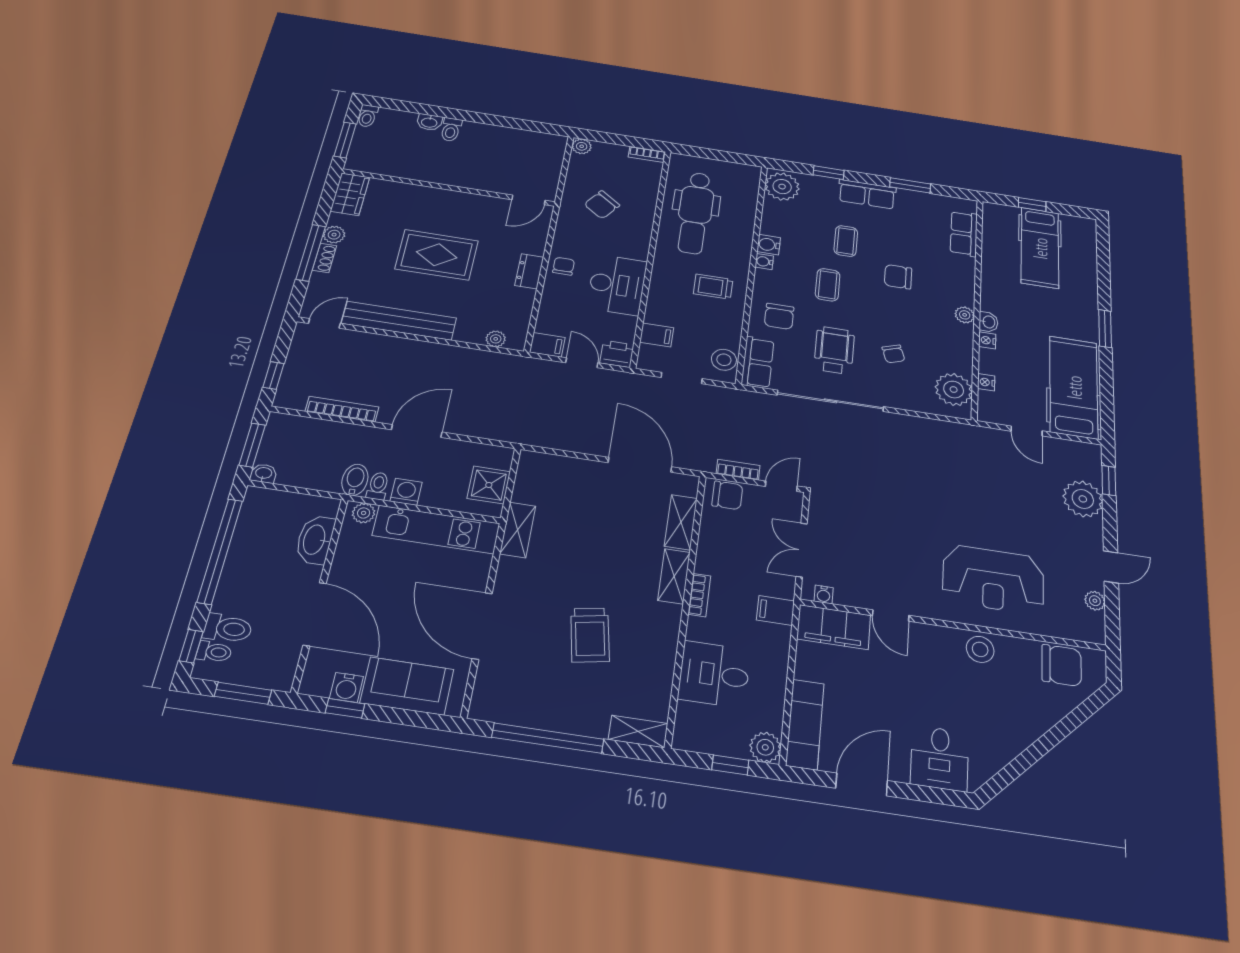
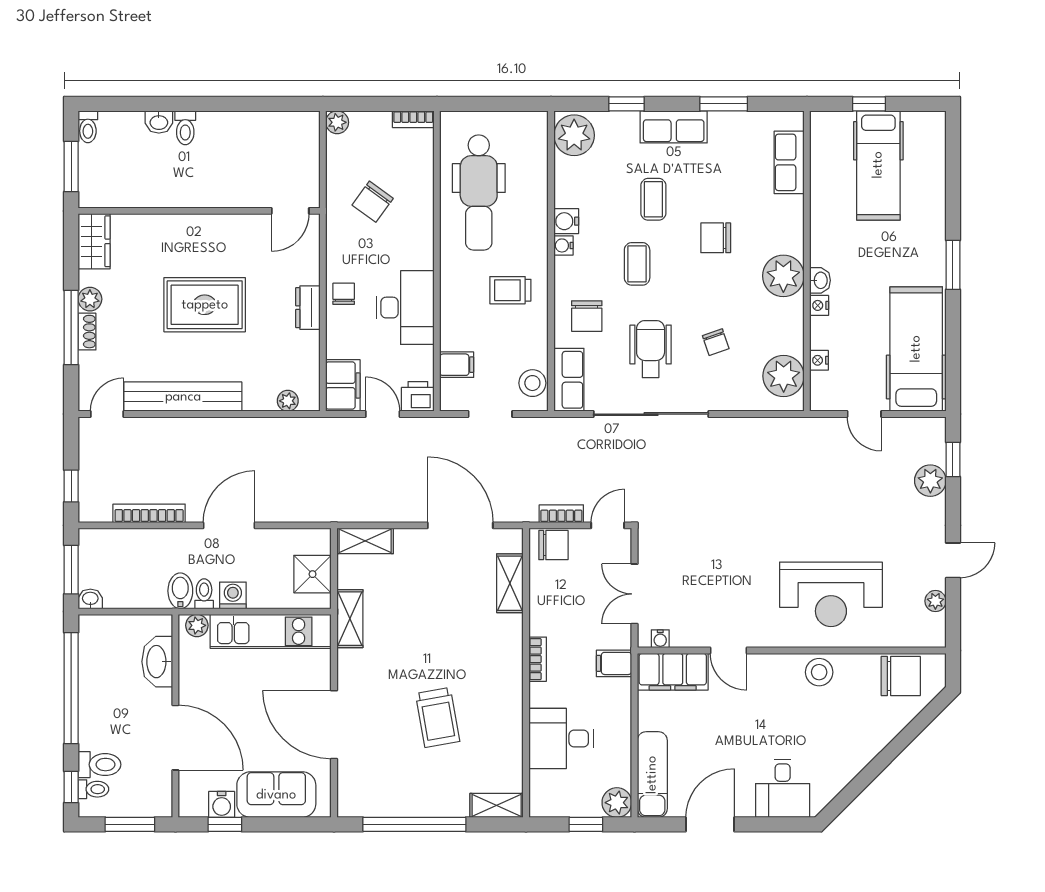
plant: (965, 315) -> (783, 276), width x1.88, depth x1.88
filing cabinet: (547, 345) -> (343, 385), width x2.00
plant: (1083, 499) -> (930, 481), width x0.73, depth x0.73
shelving: (674, 576) -> (365, 541), moved, turned 90

